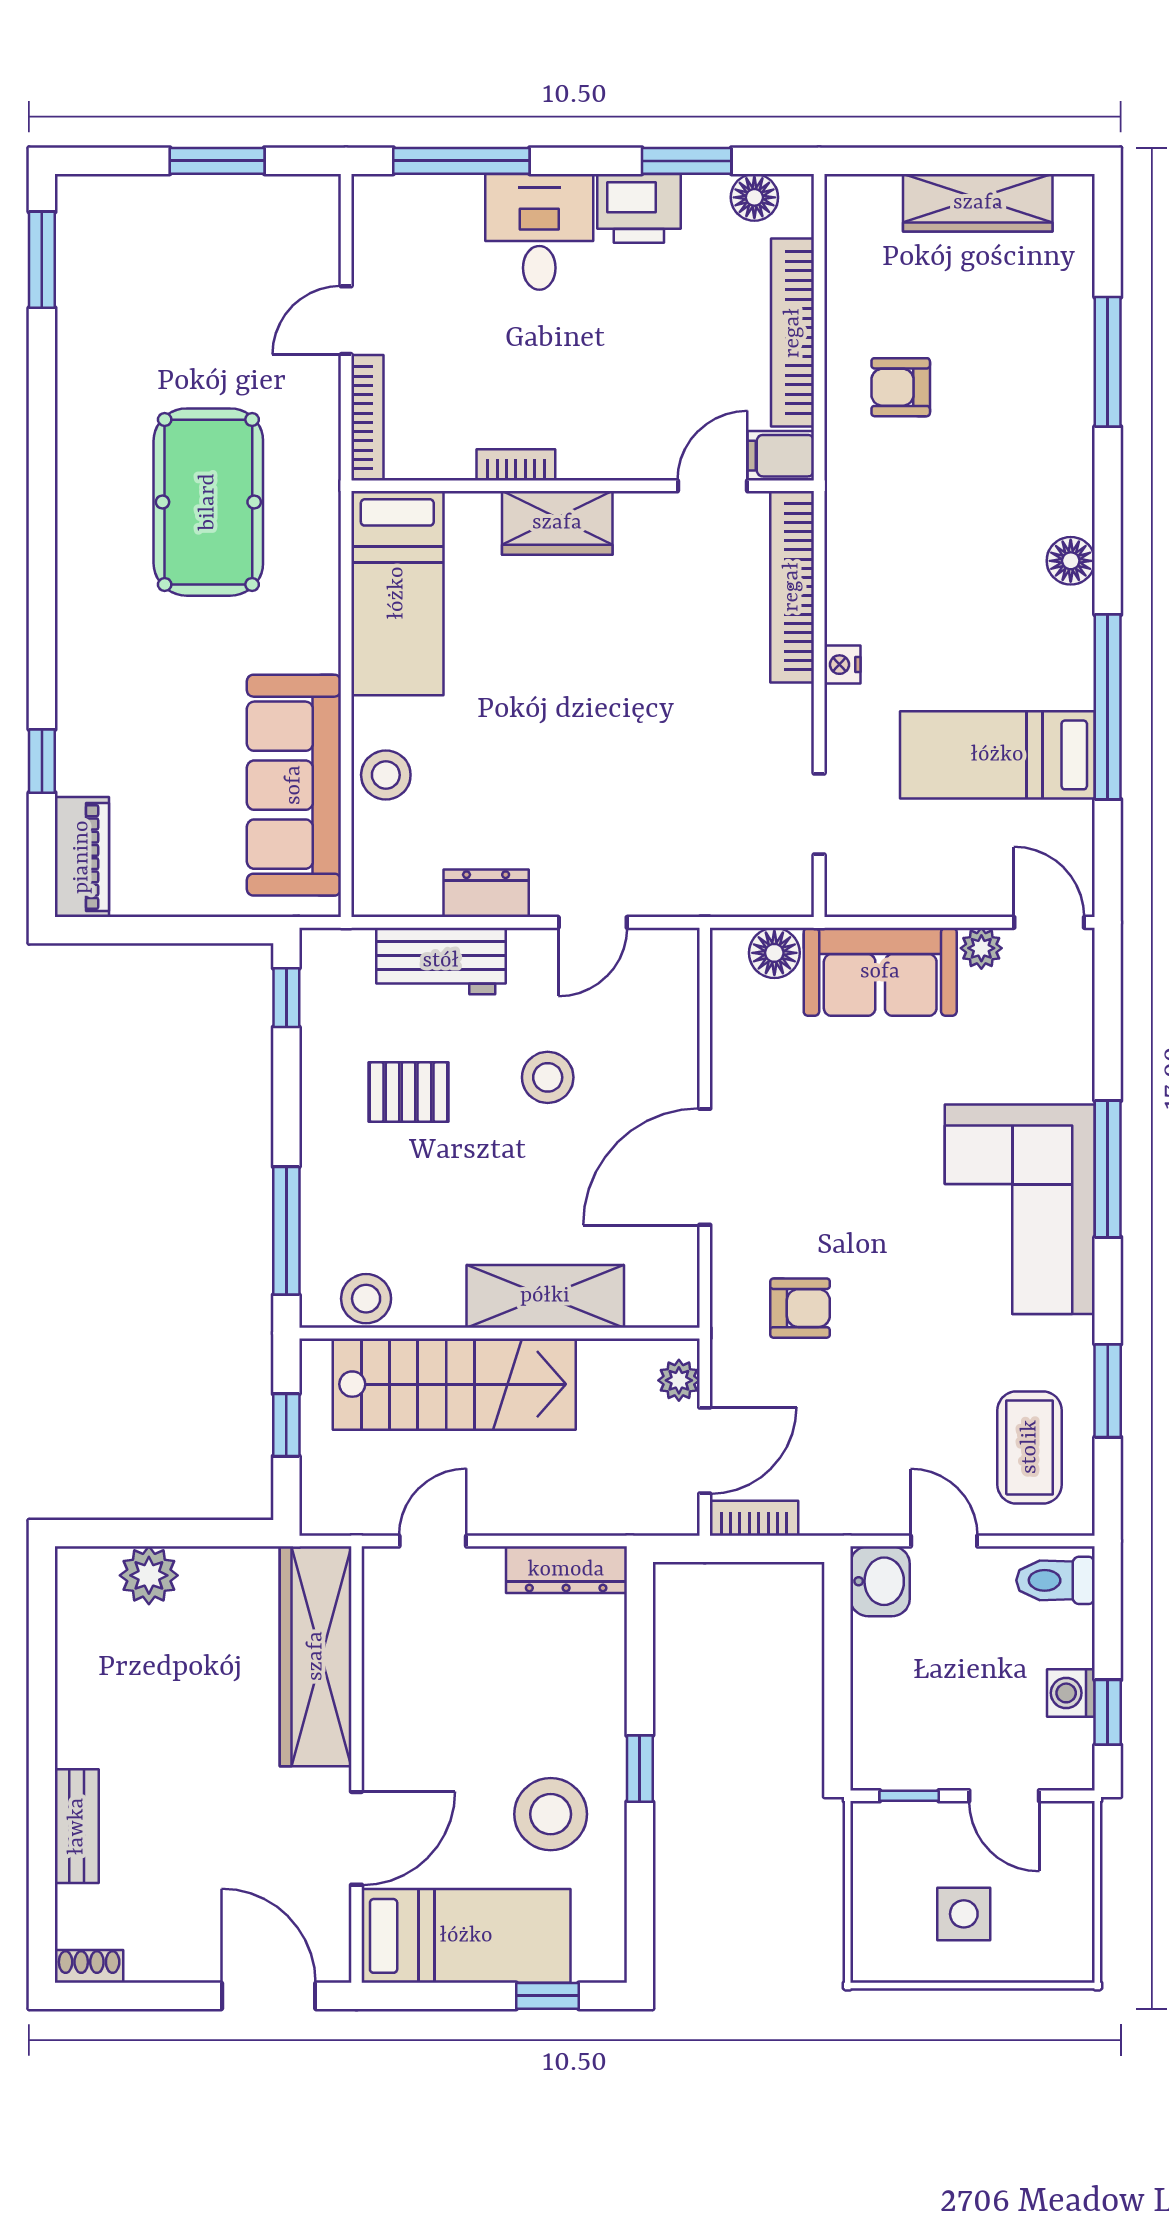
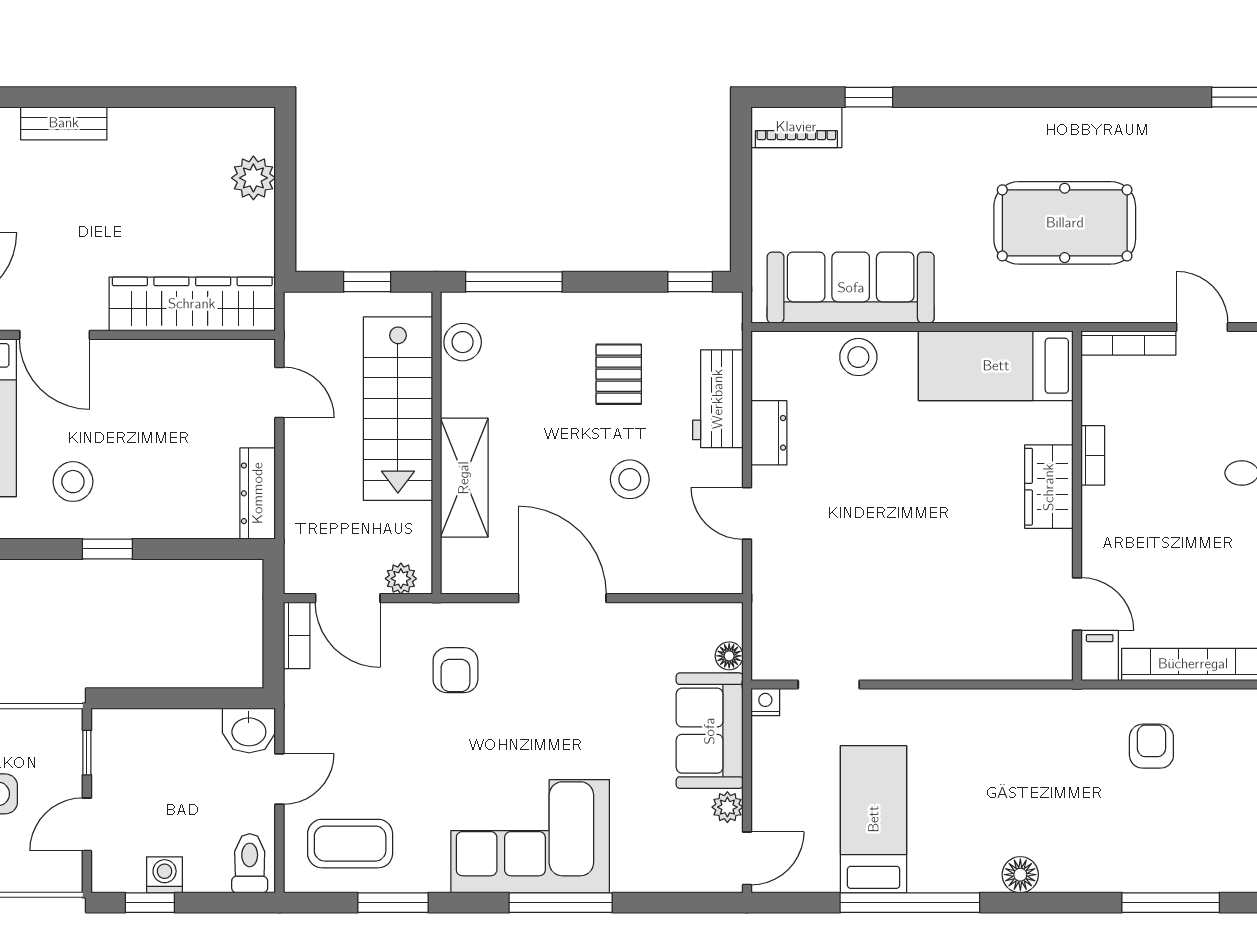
bookcase: (792, 587) -> (1001, 664), removed
nightstand: (842, 665) -> (765, 702), moved
floor lamp: (774, 953) -> (729, 656), width x0.73, depth x0.73
stool: (551, 1814) -> (73, 482), width x0.73, depth x0.73

